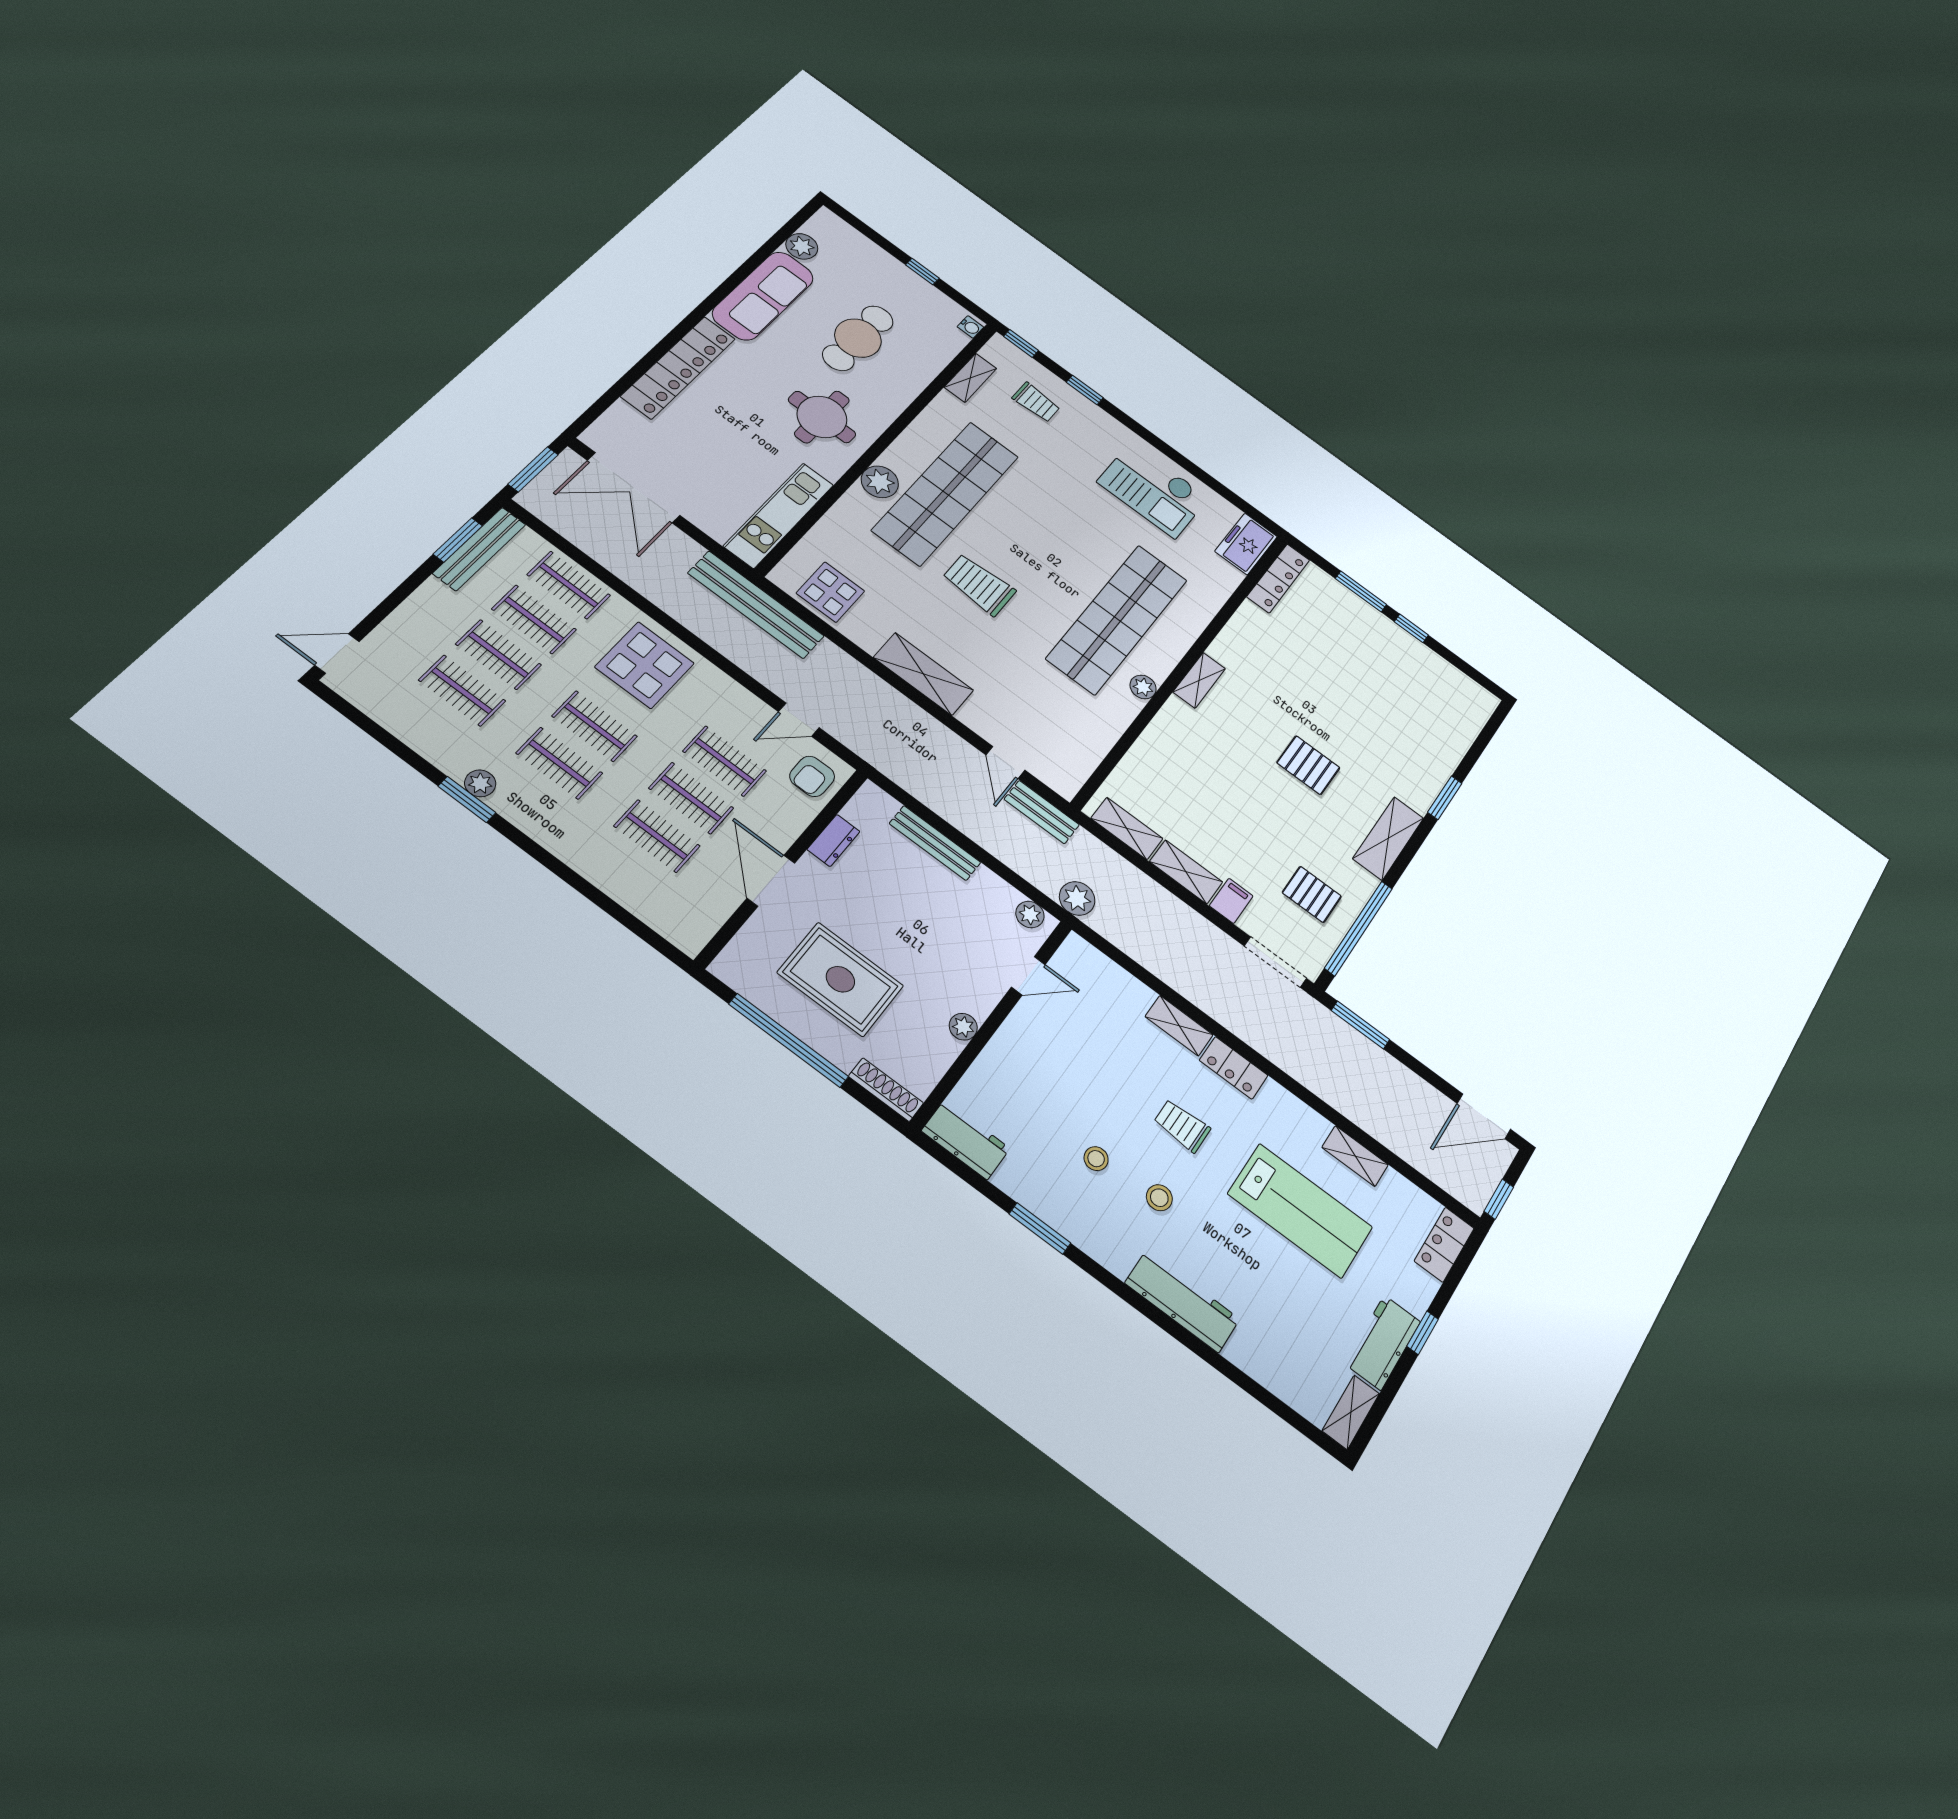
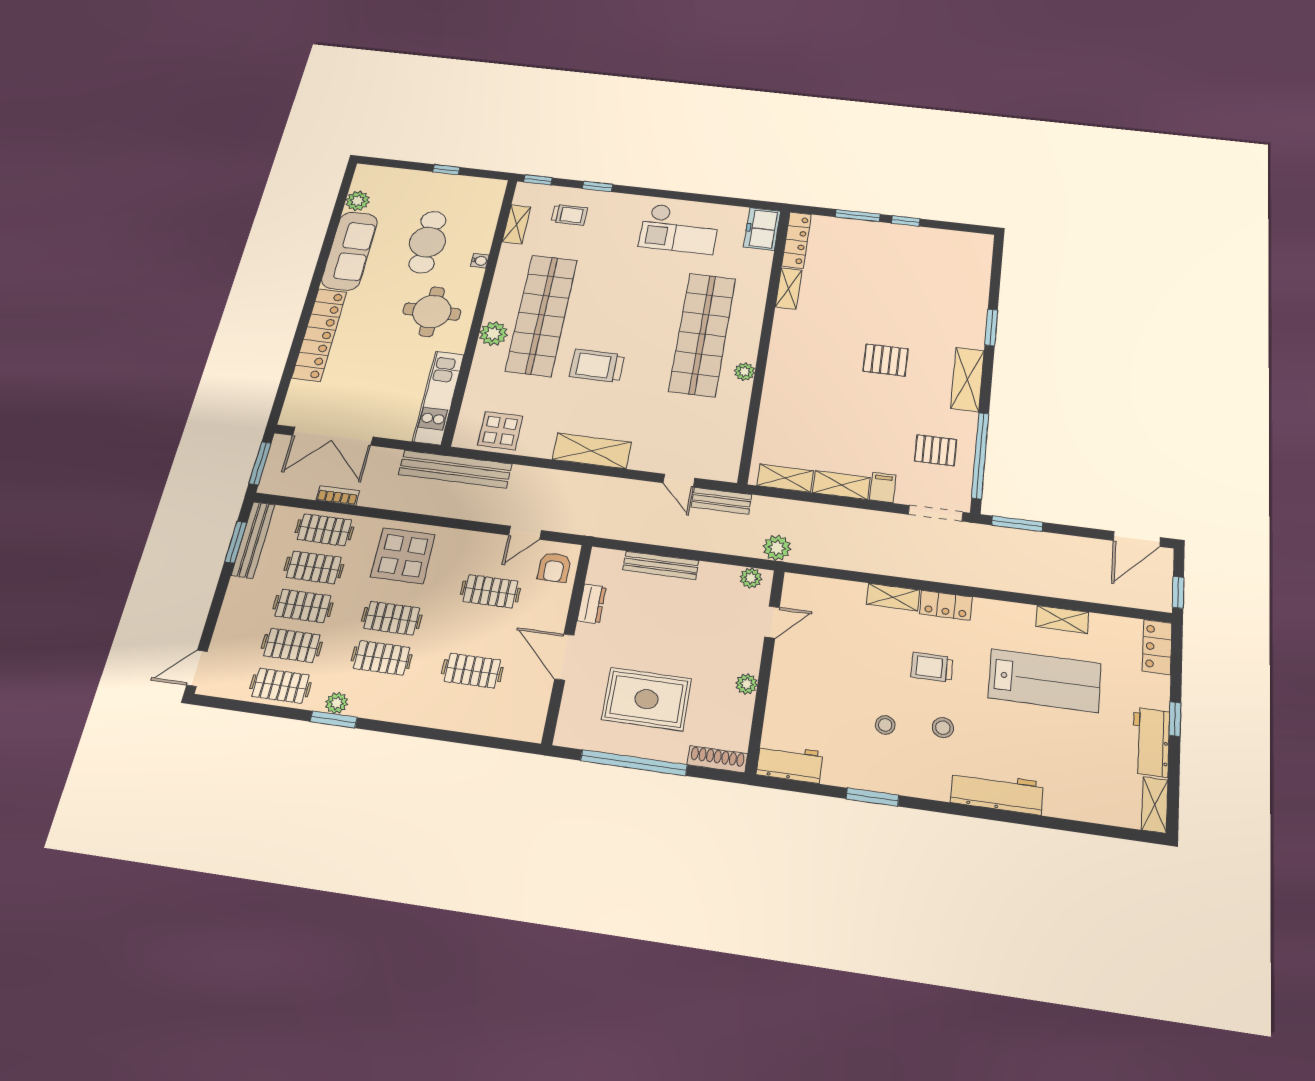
water cooler: (970, 327) -> (480, 261), moved
bookcase: (604, 556) -> (338, 496), added
shelving: (1199, 680) -> (789, 289), moved
clothes rail: (691, 798) -> (280, 686), moved

